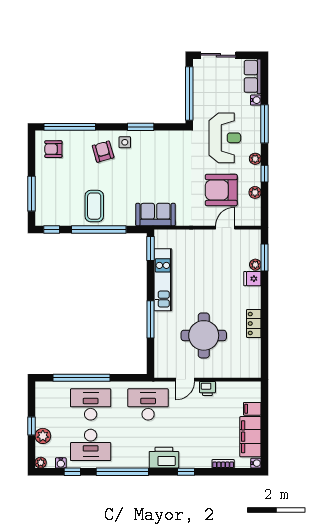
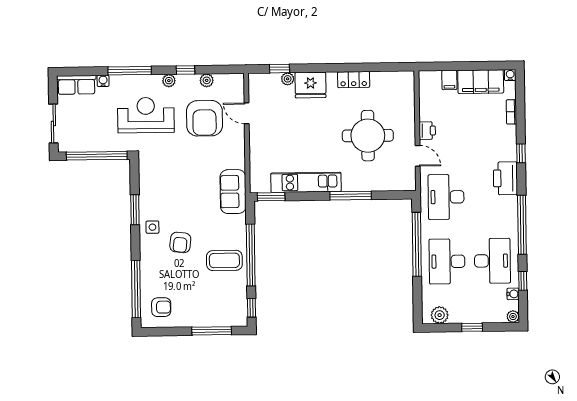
armchair: (53, 149) -> (161, 307), turned -90
armchair: (103, 152) -> (180, 242), moved, turned -67
window: (265, 258) -> (279, 69), width x0.67
fridge: (252, 279) -> (311, 85), width x1.88, depth x1.34
window: (82, 378) -> (417, 244), moved
plant: (43, 436) -> (440, 315), moved

